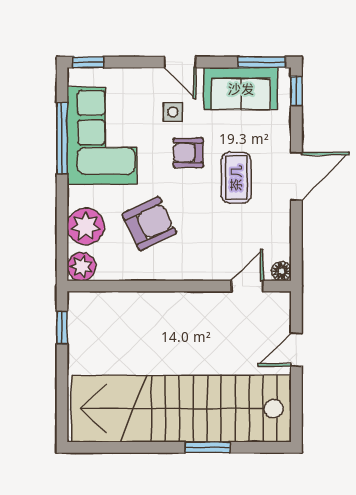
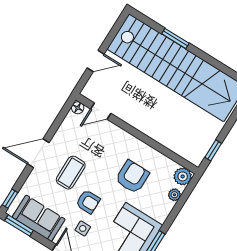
armchair: (149, 224) -> (132, 177), turned 116
plant: (86, 226) -> (174, 195), width x0.53, depth x0.53

